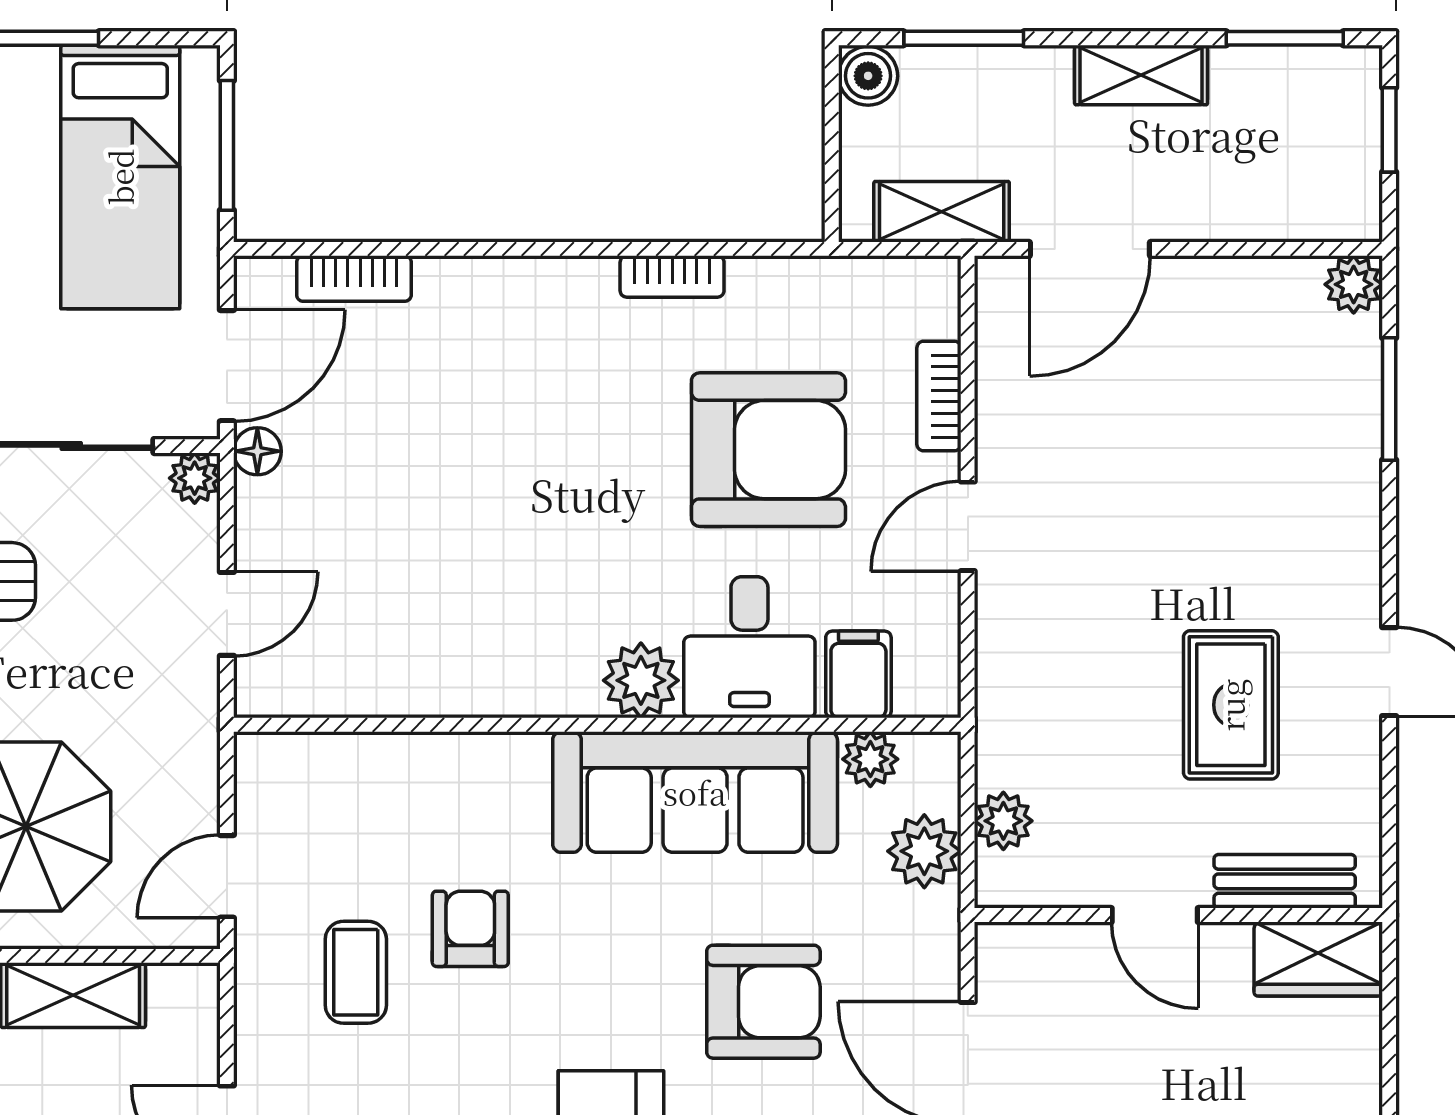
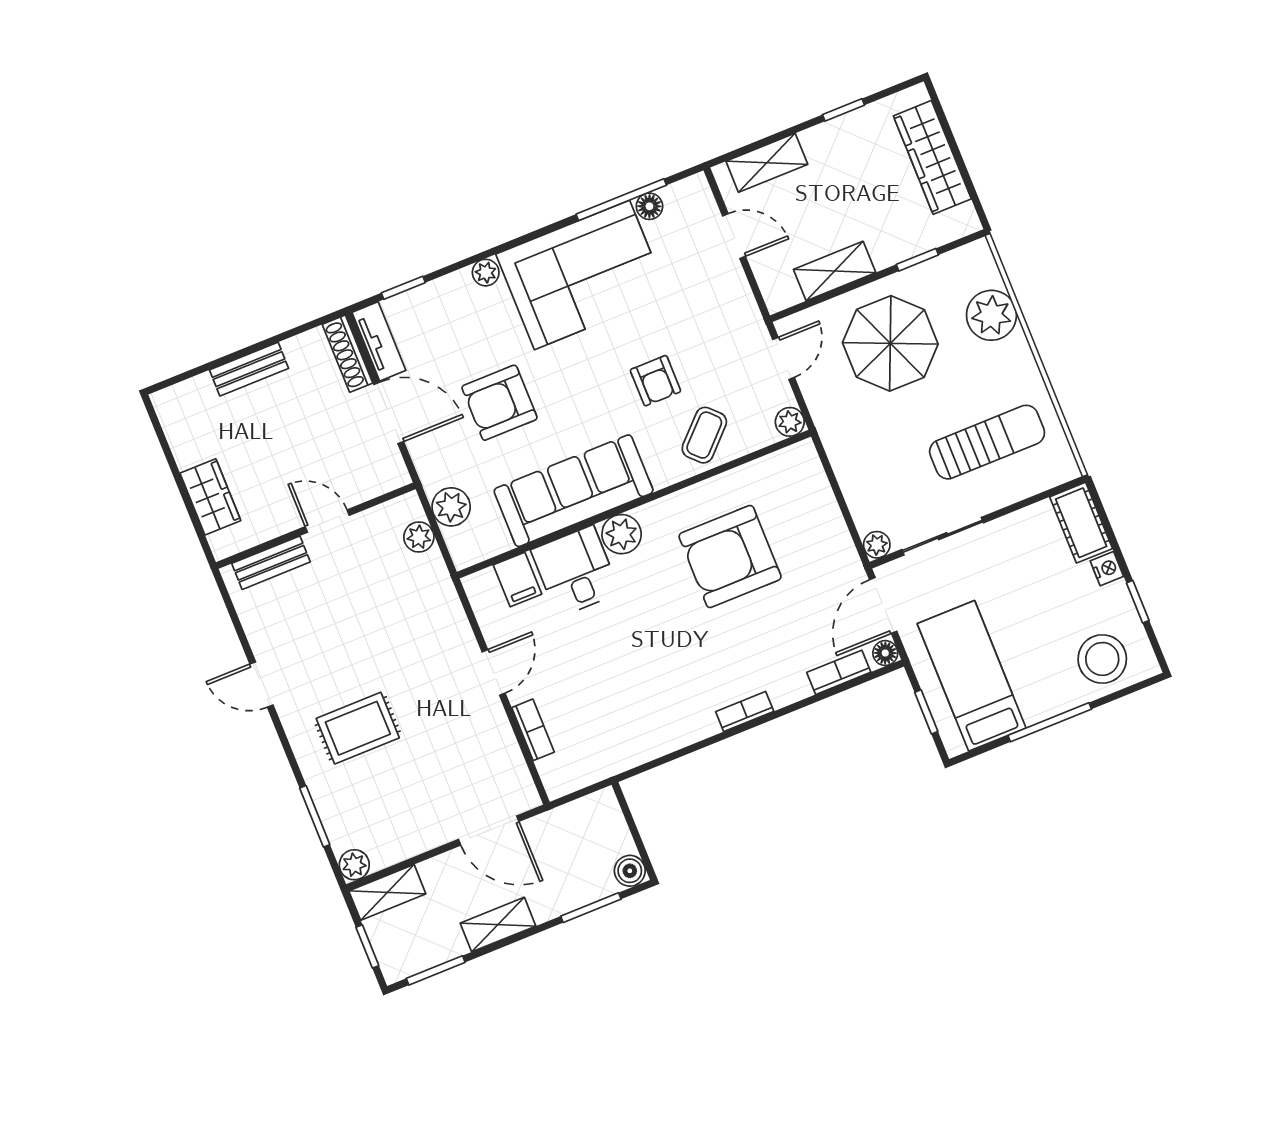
window: (227, 145) -> (926, 712), width x0.67
shelving: (942, 212) -> (387, 892), moved
door: (1090, 249) -> (489, 830), swing flipped
bookcase: (672, 276) -> (745, 712), moved
armchair: (768, 450) -> (730, 557), moved
floor lamp: (257, 451) -> (885, 653), moved
door: (227, 614) -> (835, 485), removed
rug: (1231, 705) -> (358, 728), moved, turned 90
plant: (870, 759) -> (790, 422), moved
wardrobe: (1318, 959) -> (210, 497), moved, turned 90
coffee table: (356, 972) -> (704, 435), moved, turned 45

